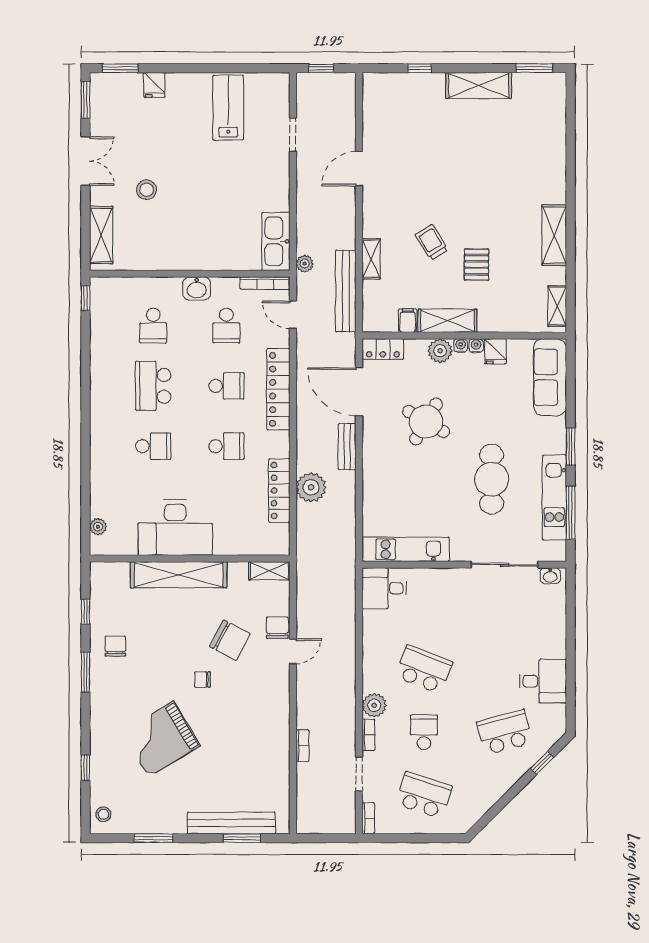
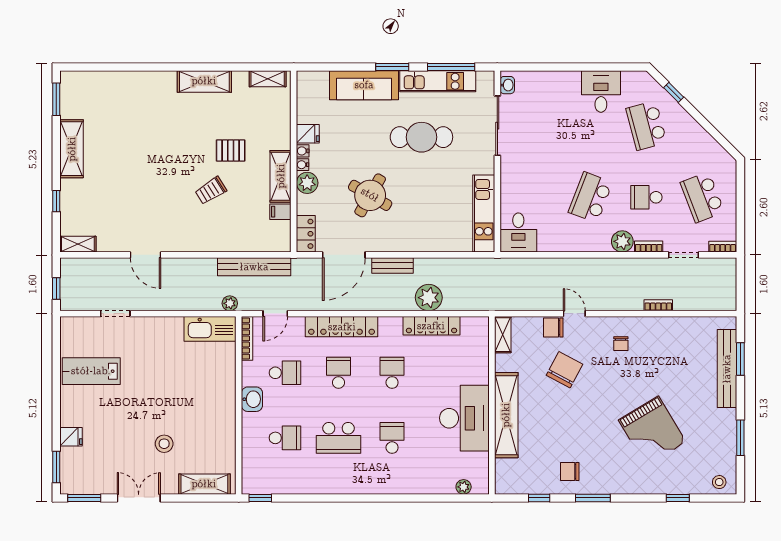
shelving: (371, 259) -> (78, 244), moved
sofa: (550, 377) -> (364, 85), moved
chair: (202, 679) -> (621, 344), moved
school desk: (424, 795) -> (702, 197), turned -39

